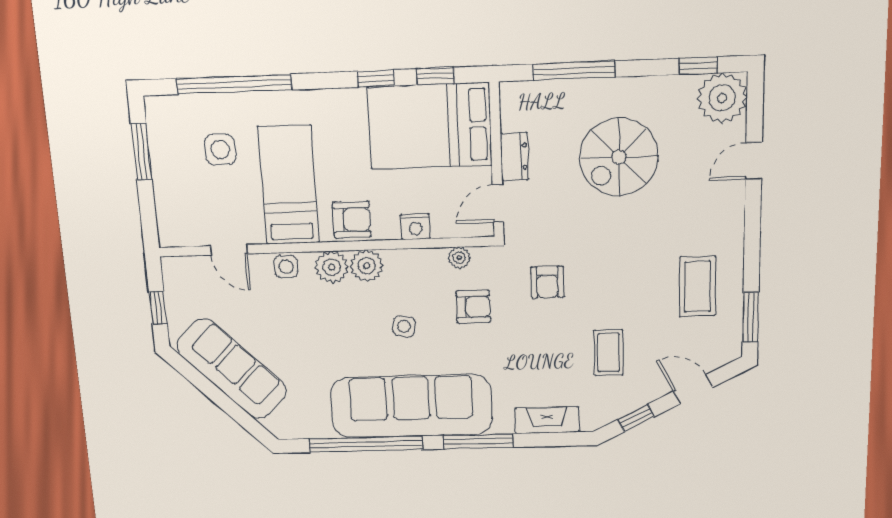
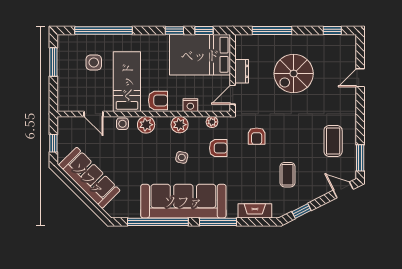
plant: (722, 98) -> (344, 46), removed
plant: (367, 266) -> (180, 125), moved
door: (693, 389) -> (343, 190), moved

